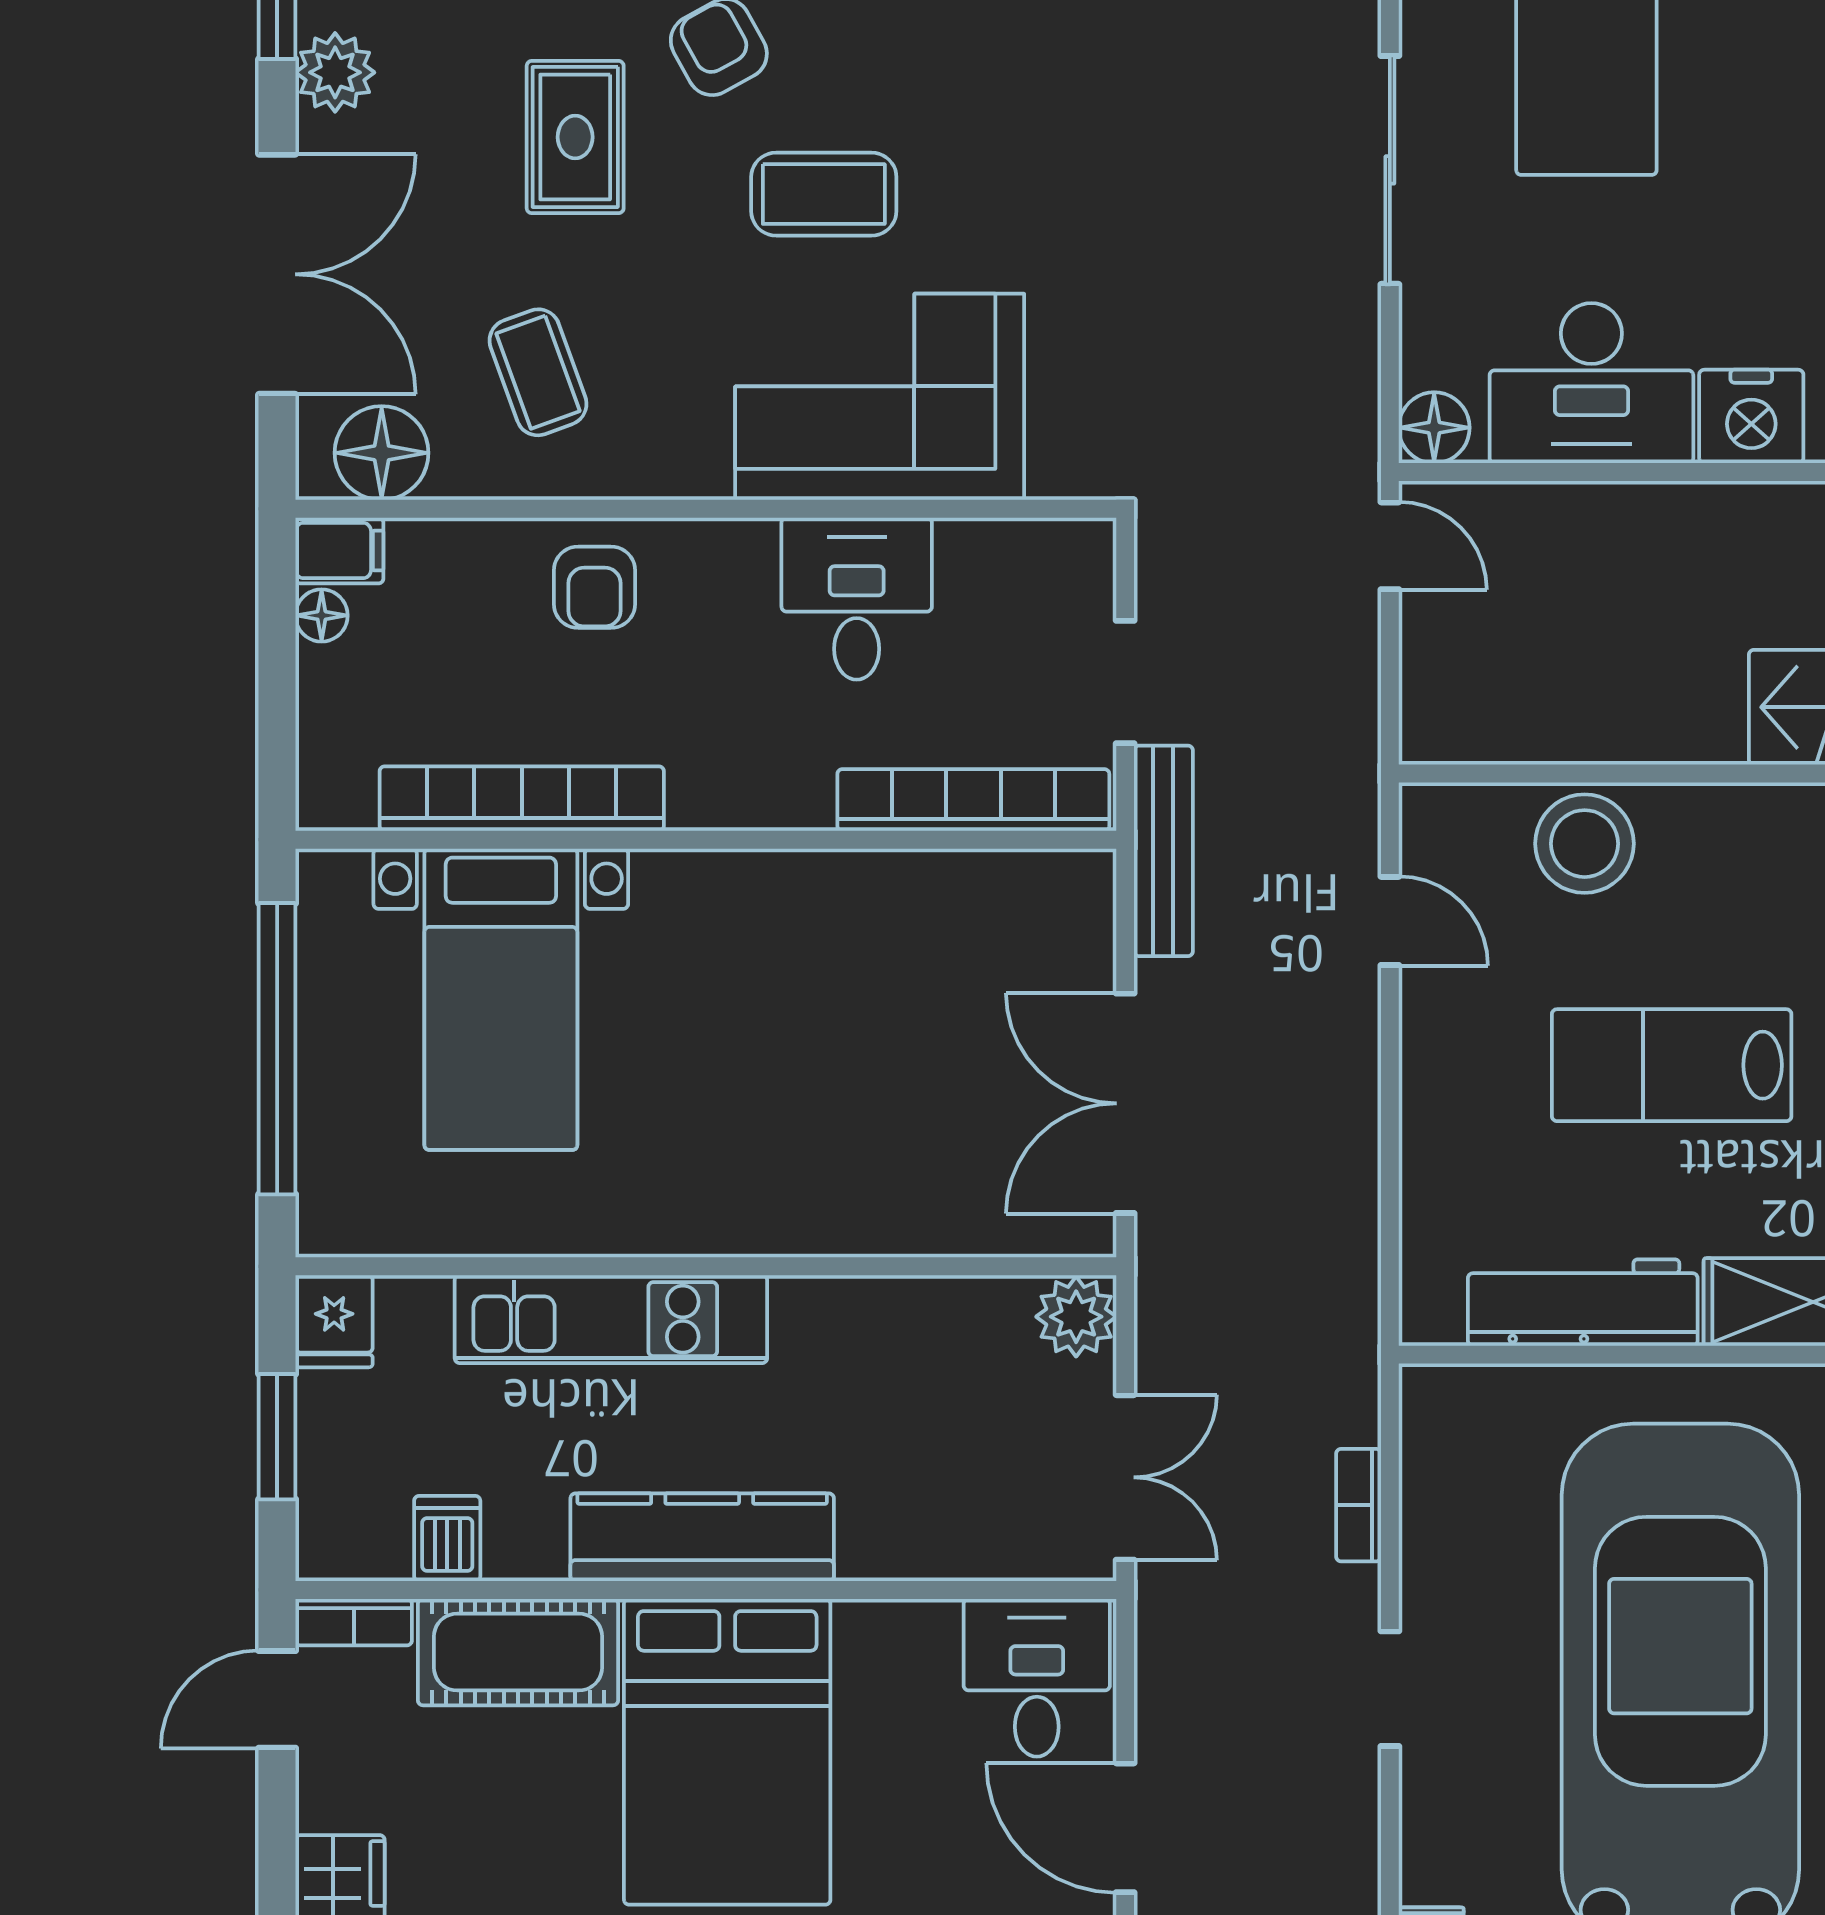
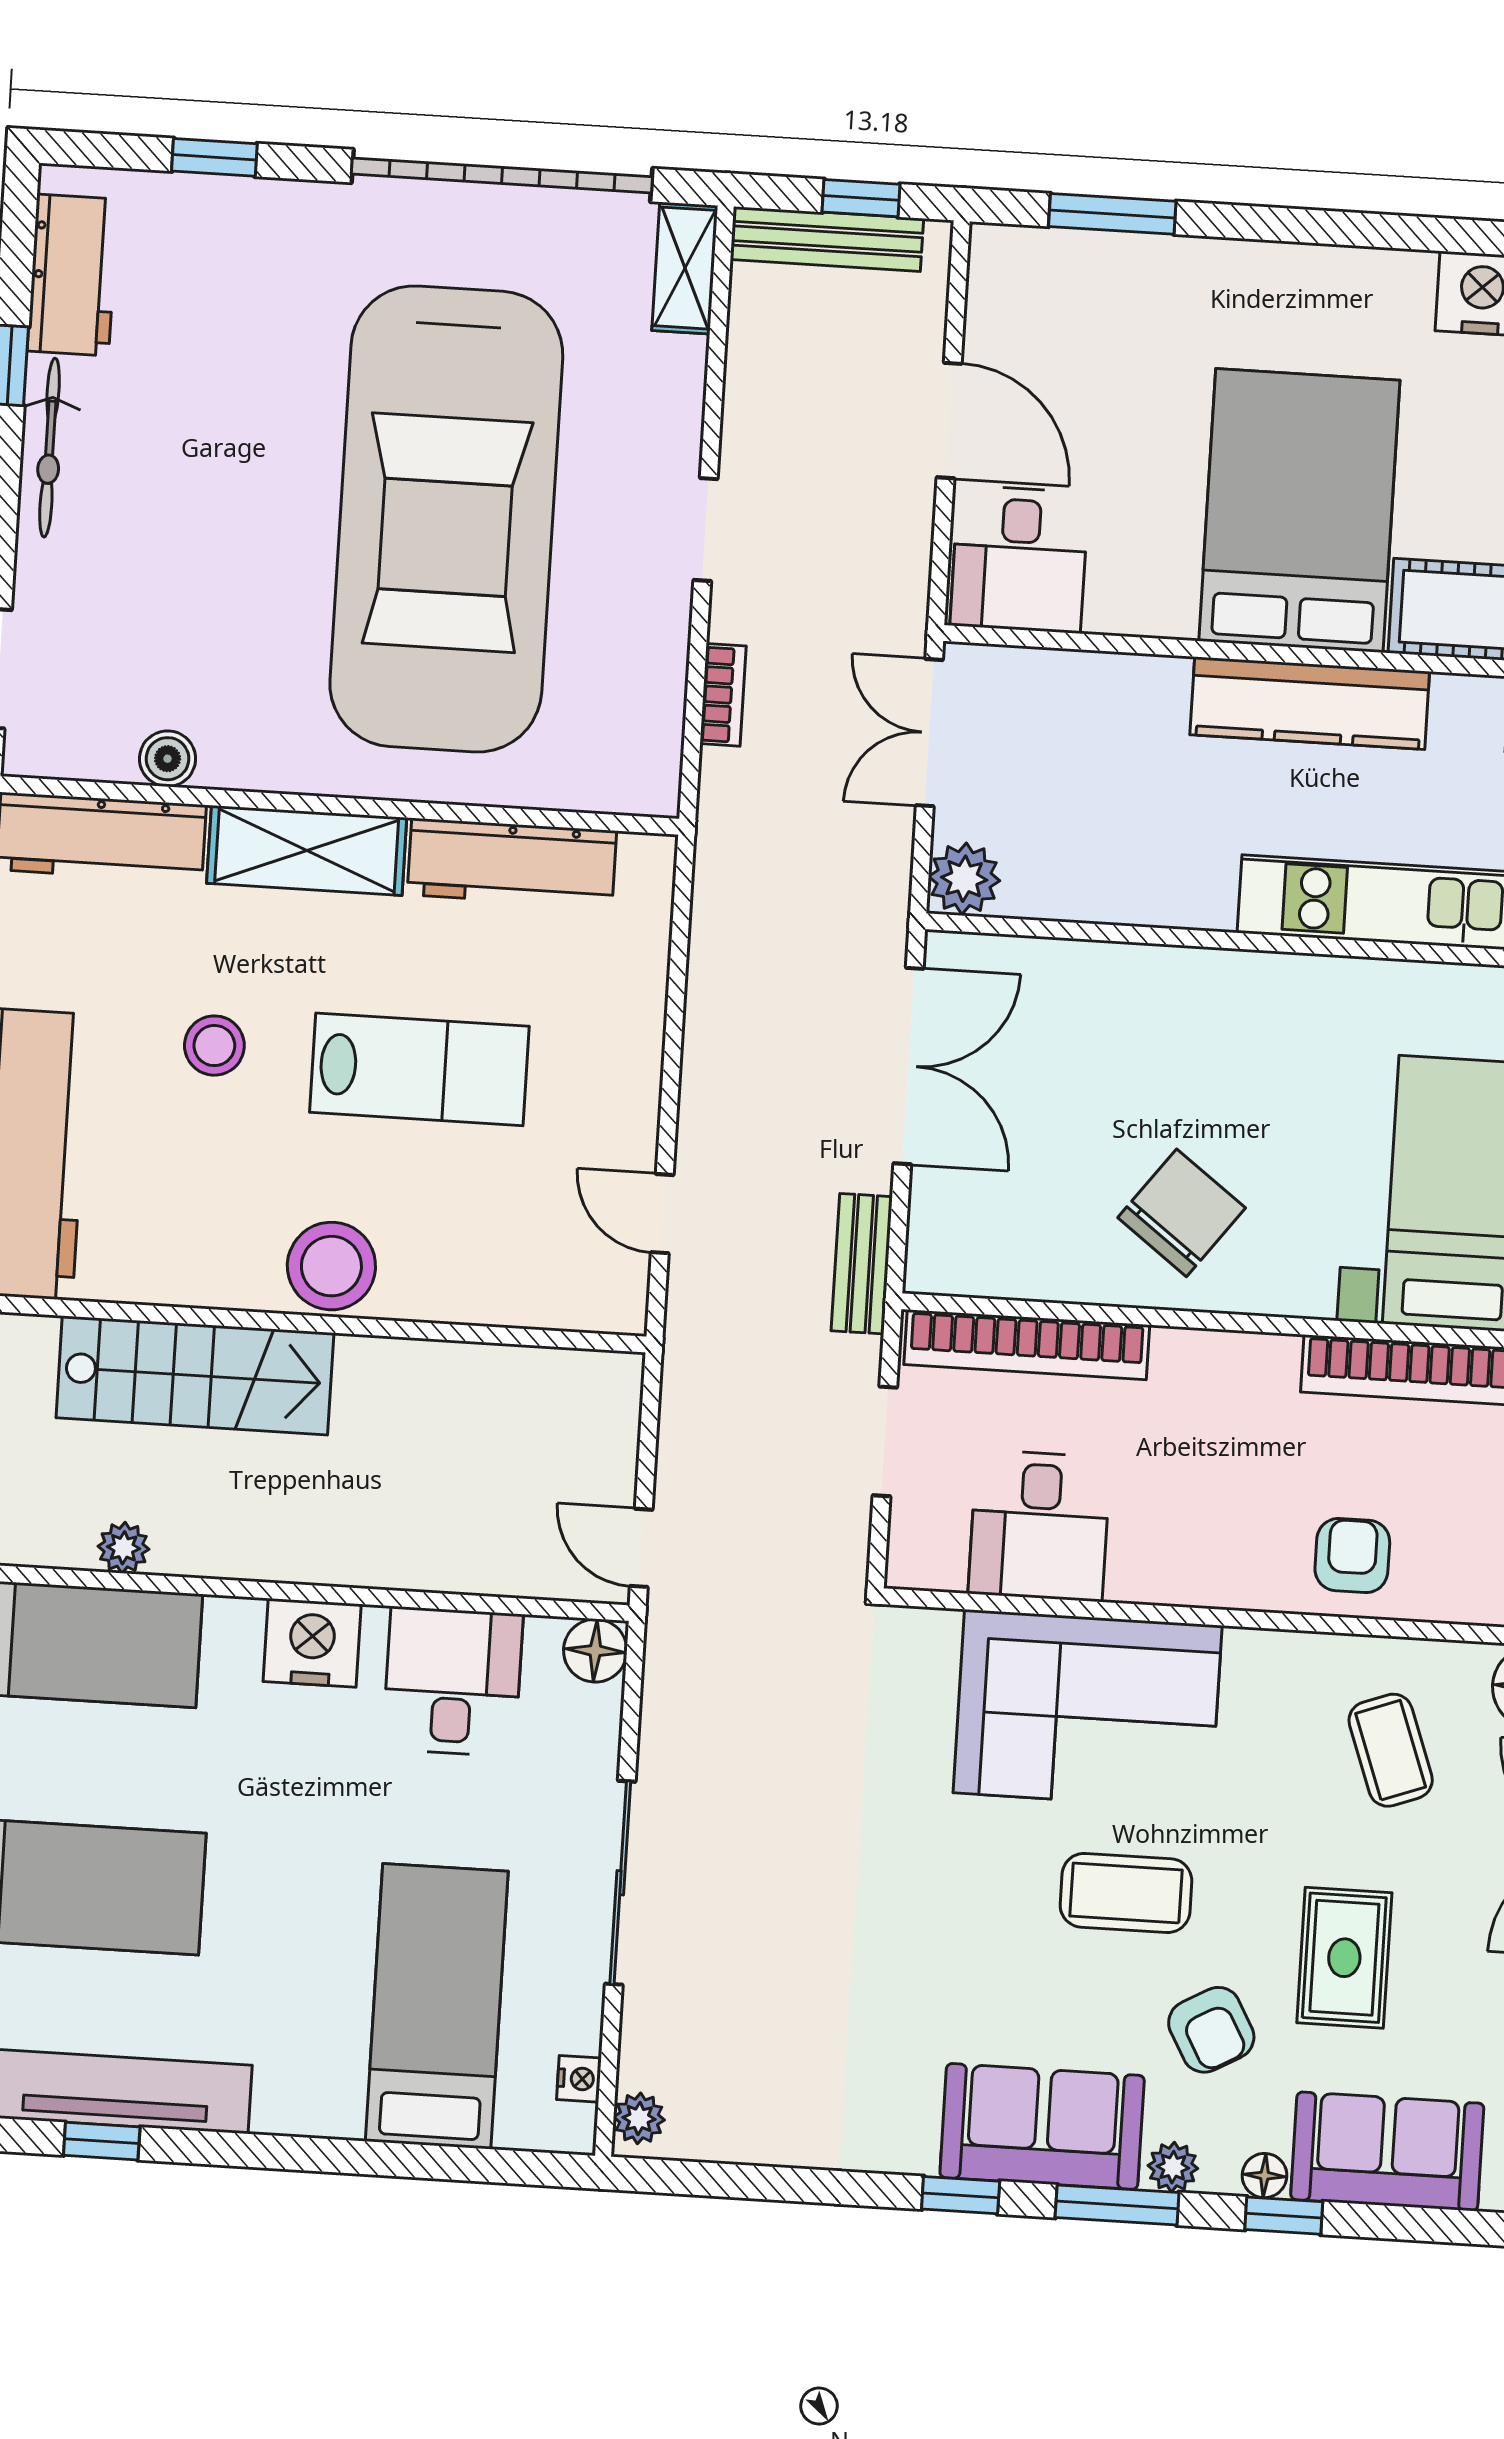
desk: (1591, 383) -> (453, 1682), width x0.73
desk: (857, 599) -> (1039, 1526), moved
stool: (1585, 844) -> (331, 1266), moved
bench: (1163, 851) -> (862, 1264), width x0.73
chair: (810, 958) -> (1182, 1213), added

